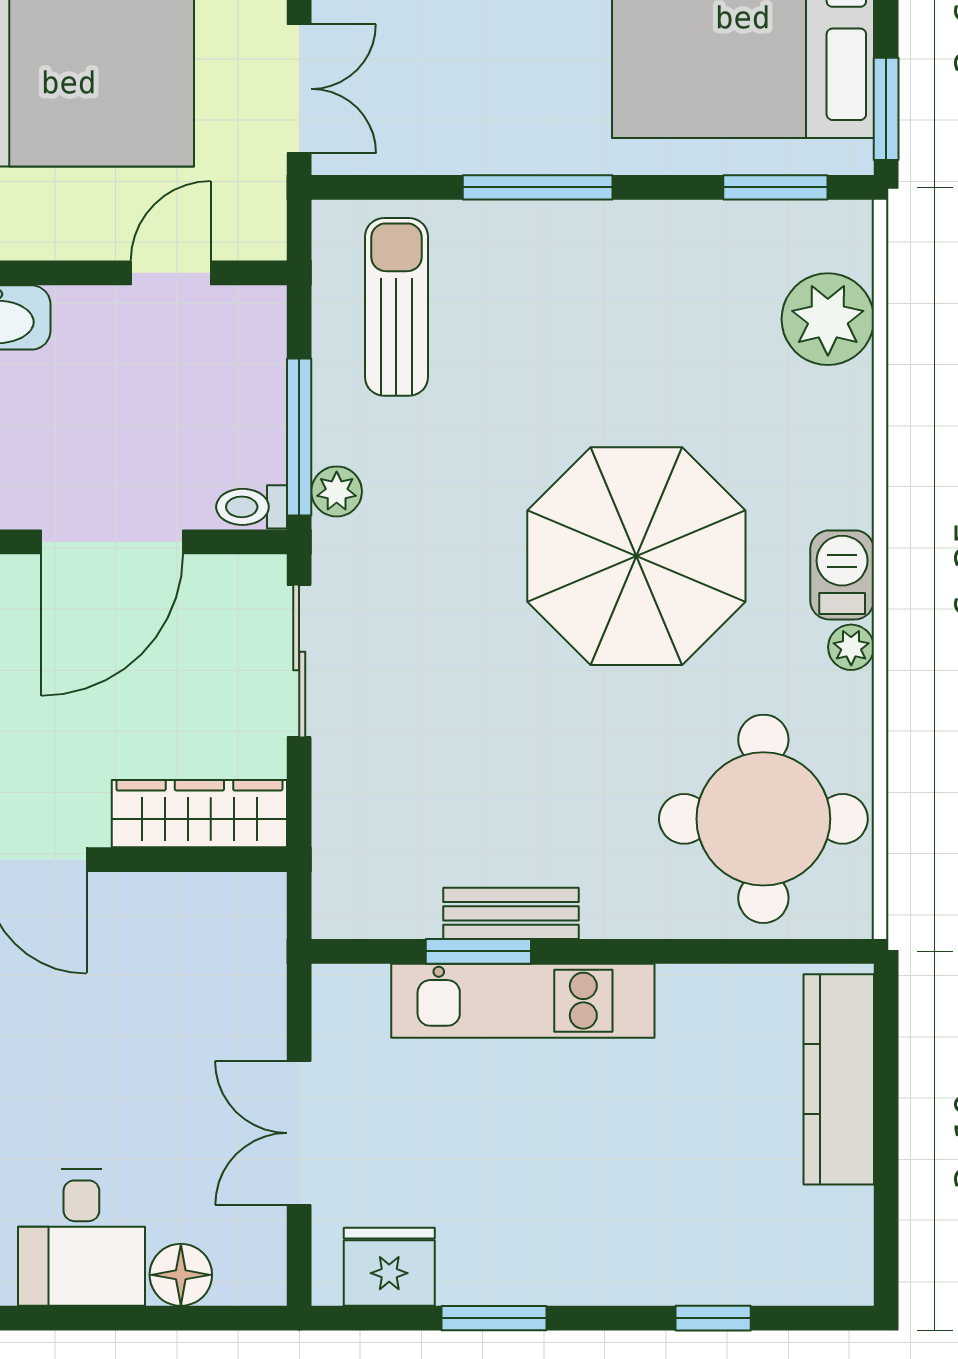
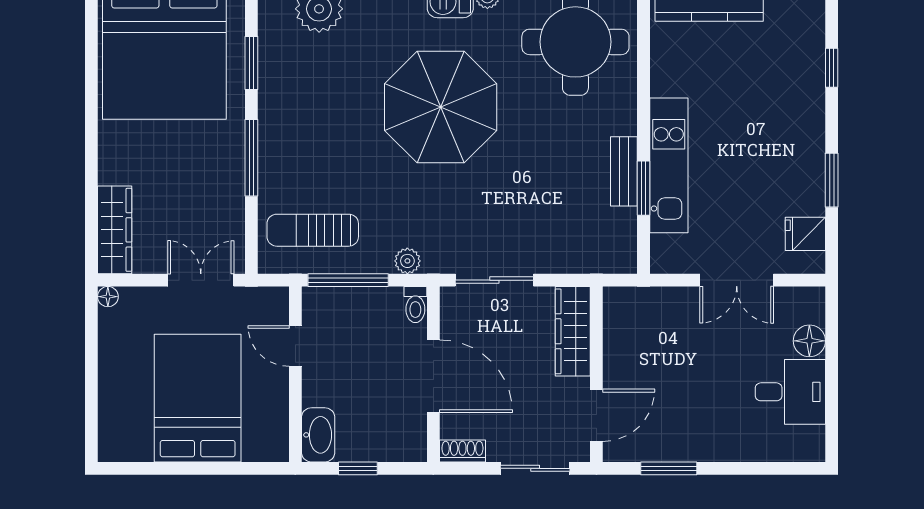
window: (775, 187) -> (251, 63), moved
window: (299, 437) -> (348, 280), moved
fridge: (389, 1267) -> (805, 234), width x0.72

